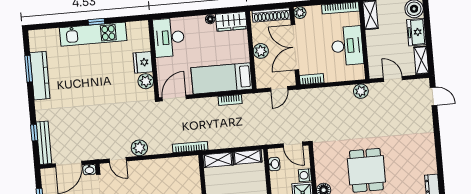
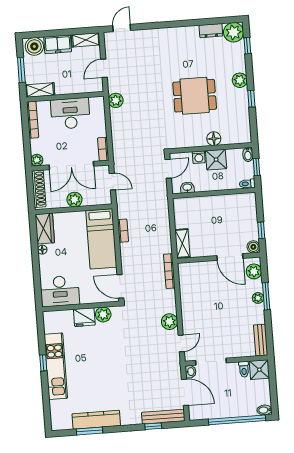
shelving: (248, 157) -> (180, 214), removed

